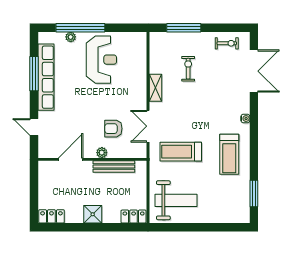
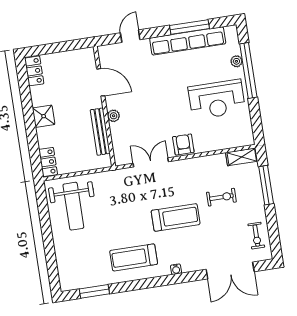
shelving: (155, 88) -> (242, 157), moved
armchair: (113, 129) -> (183, 145), moved
treadmill: (181, 152) -> (176, 217), moved, turned 90

